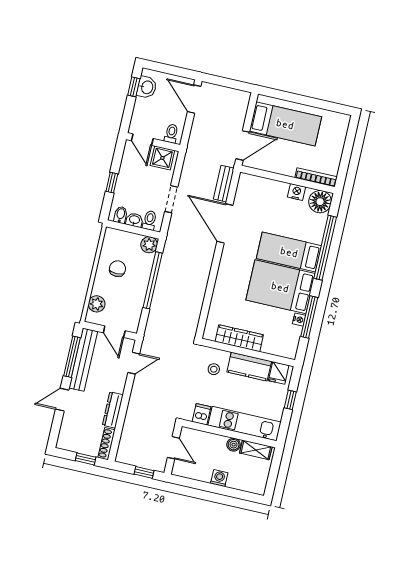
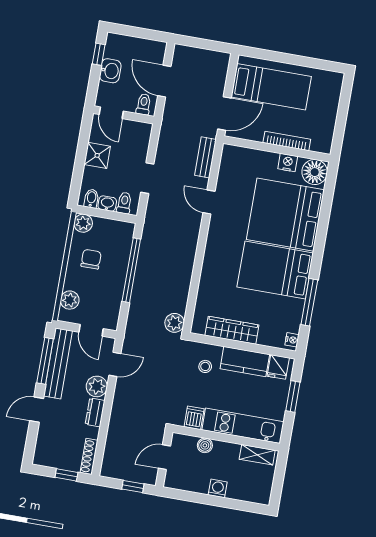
washbasin: (147, 87) -> (110, 71), moved
door: (194, 99) -> (164, 81), moved
shower: (162, 158) -> (97, 155), moved
bookcase: (316, 177) -> (287, 141), moved
window: (112, 183) -> (80, 163), removed
door: (225, 223) -> (209, 202), width x0.53
plant: (149, 245) -> (83, 223), moved
window: (325, 248) -> (323, 223), removed
bed: (289, 252) -> (285, 215), width x2.04
nightstand: (299, 320) -> (292, 340), moved
plant: (189, 329) -> (175, 323), added
plant: (117, 382) -> (97, 386), added
window: (290, 400) -> (293, 396), width x1.50
dresser: (113, 410) -> (95, 412), width x0.70
boiler: (234, 445) -> (205, 445), moved
door: (173, 448) -> (164, 457), swing flipped

